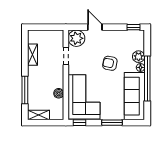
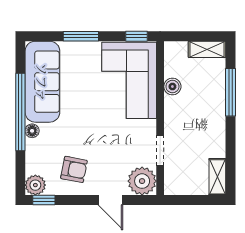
shelving: (33, 55) -> (217, 177), moved
plant: (139, 57) -> (35, 185), moved
armchair: (110, 63) -> (74, 169), moved

